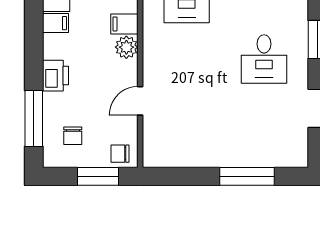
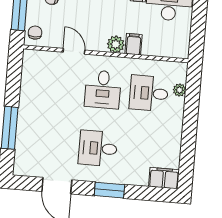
desk: (187, 59) -> (103, 89), added

